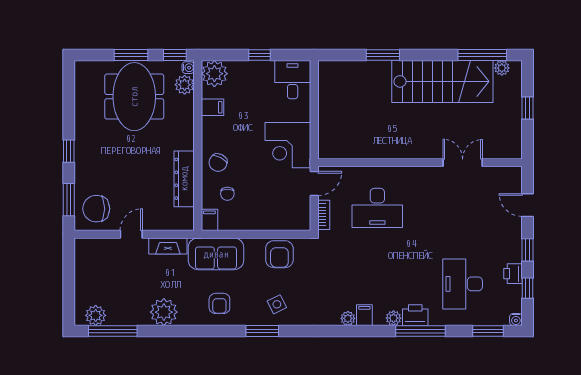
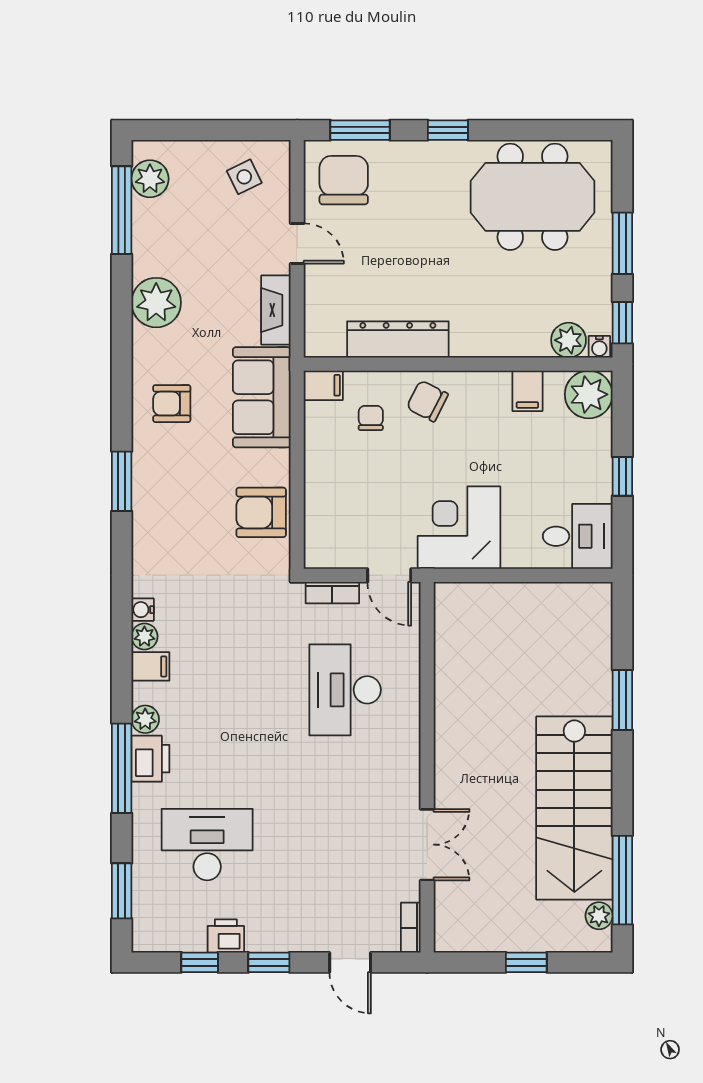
meeting table: (134, 97) -> (533, 197), moved
bookcase: (508, 172) -> (411, 928), added
chair: (227, 194) -> (371, 418), turned 90
door: (527, 205) -> (350, 962), swing flipped
side table: (277, 304) -> (244, 177), moved
water cooler: (516, 320) -> (143, 610), moved

